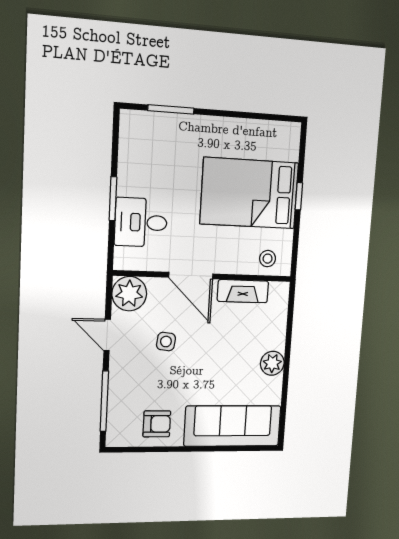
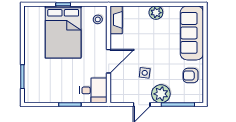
desk: (141, 222) -> (93, 90), moved, turned -90
fireplace: (243, 291) -> (116, 20), moved
plant: (129, 294) -> (161, 94), moved
armchair: (157, 424) -> (191, 76), turned -90

